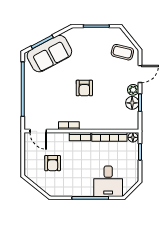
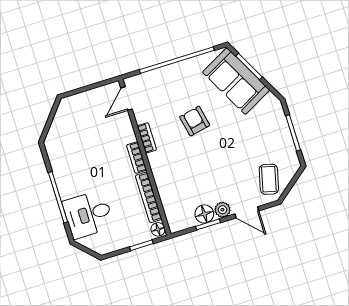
armchair: (84, 88) -> (195, 121), moved, turned 78
armchair: (53, 163) -> (89, 132), removed

